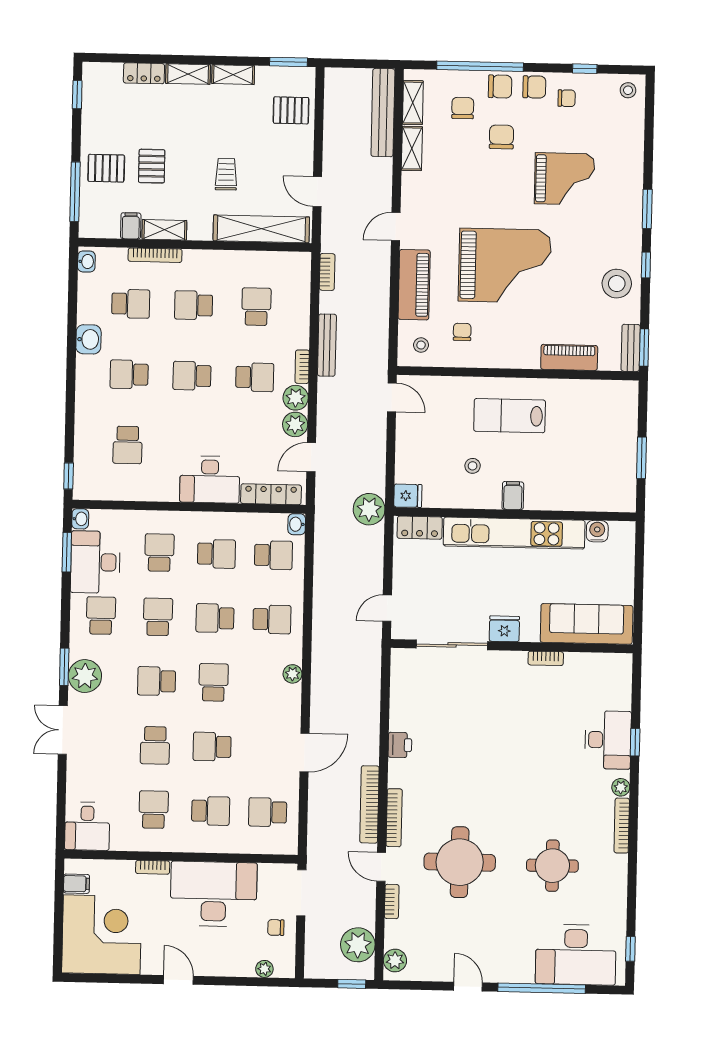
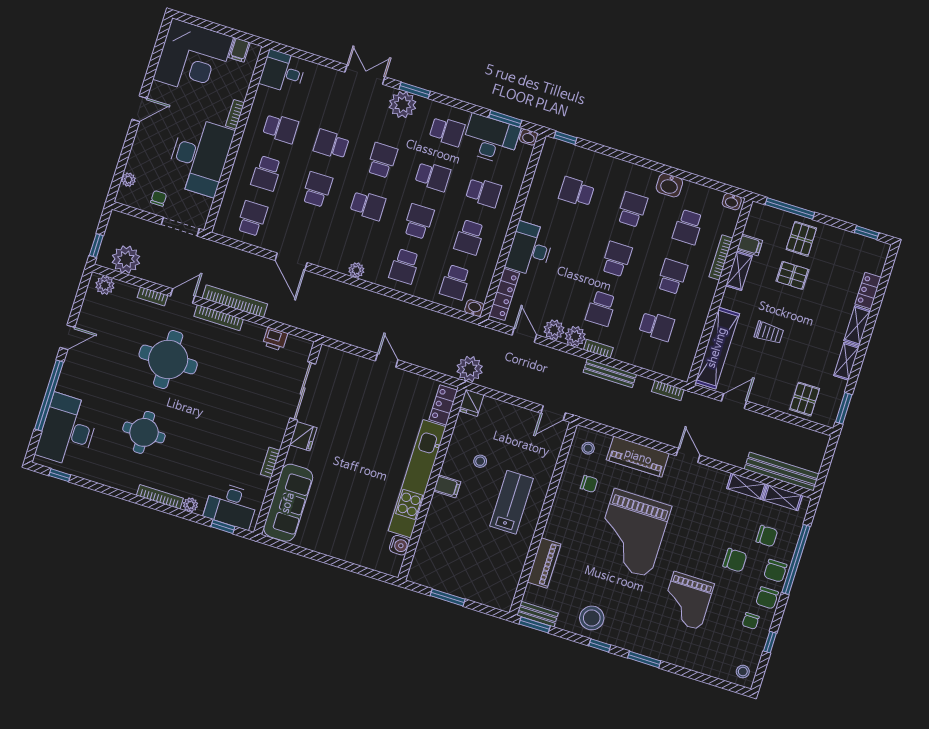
sofa: (587, 624) -> (288, 503), moved
fridge: (504, 629) -> (303, 436), moved
sliding door: (452, 645) -> (303, 391), moved
wall: (512, 646) -> (288, 438), moved
bookcase: (546, 658) -> (270, 462), moved

